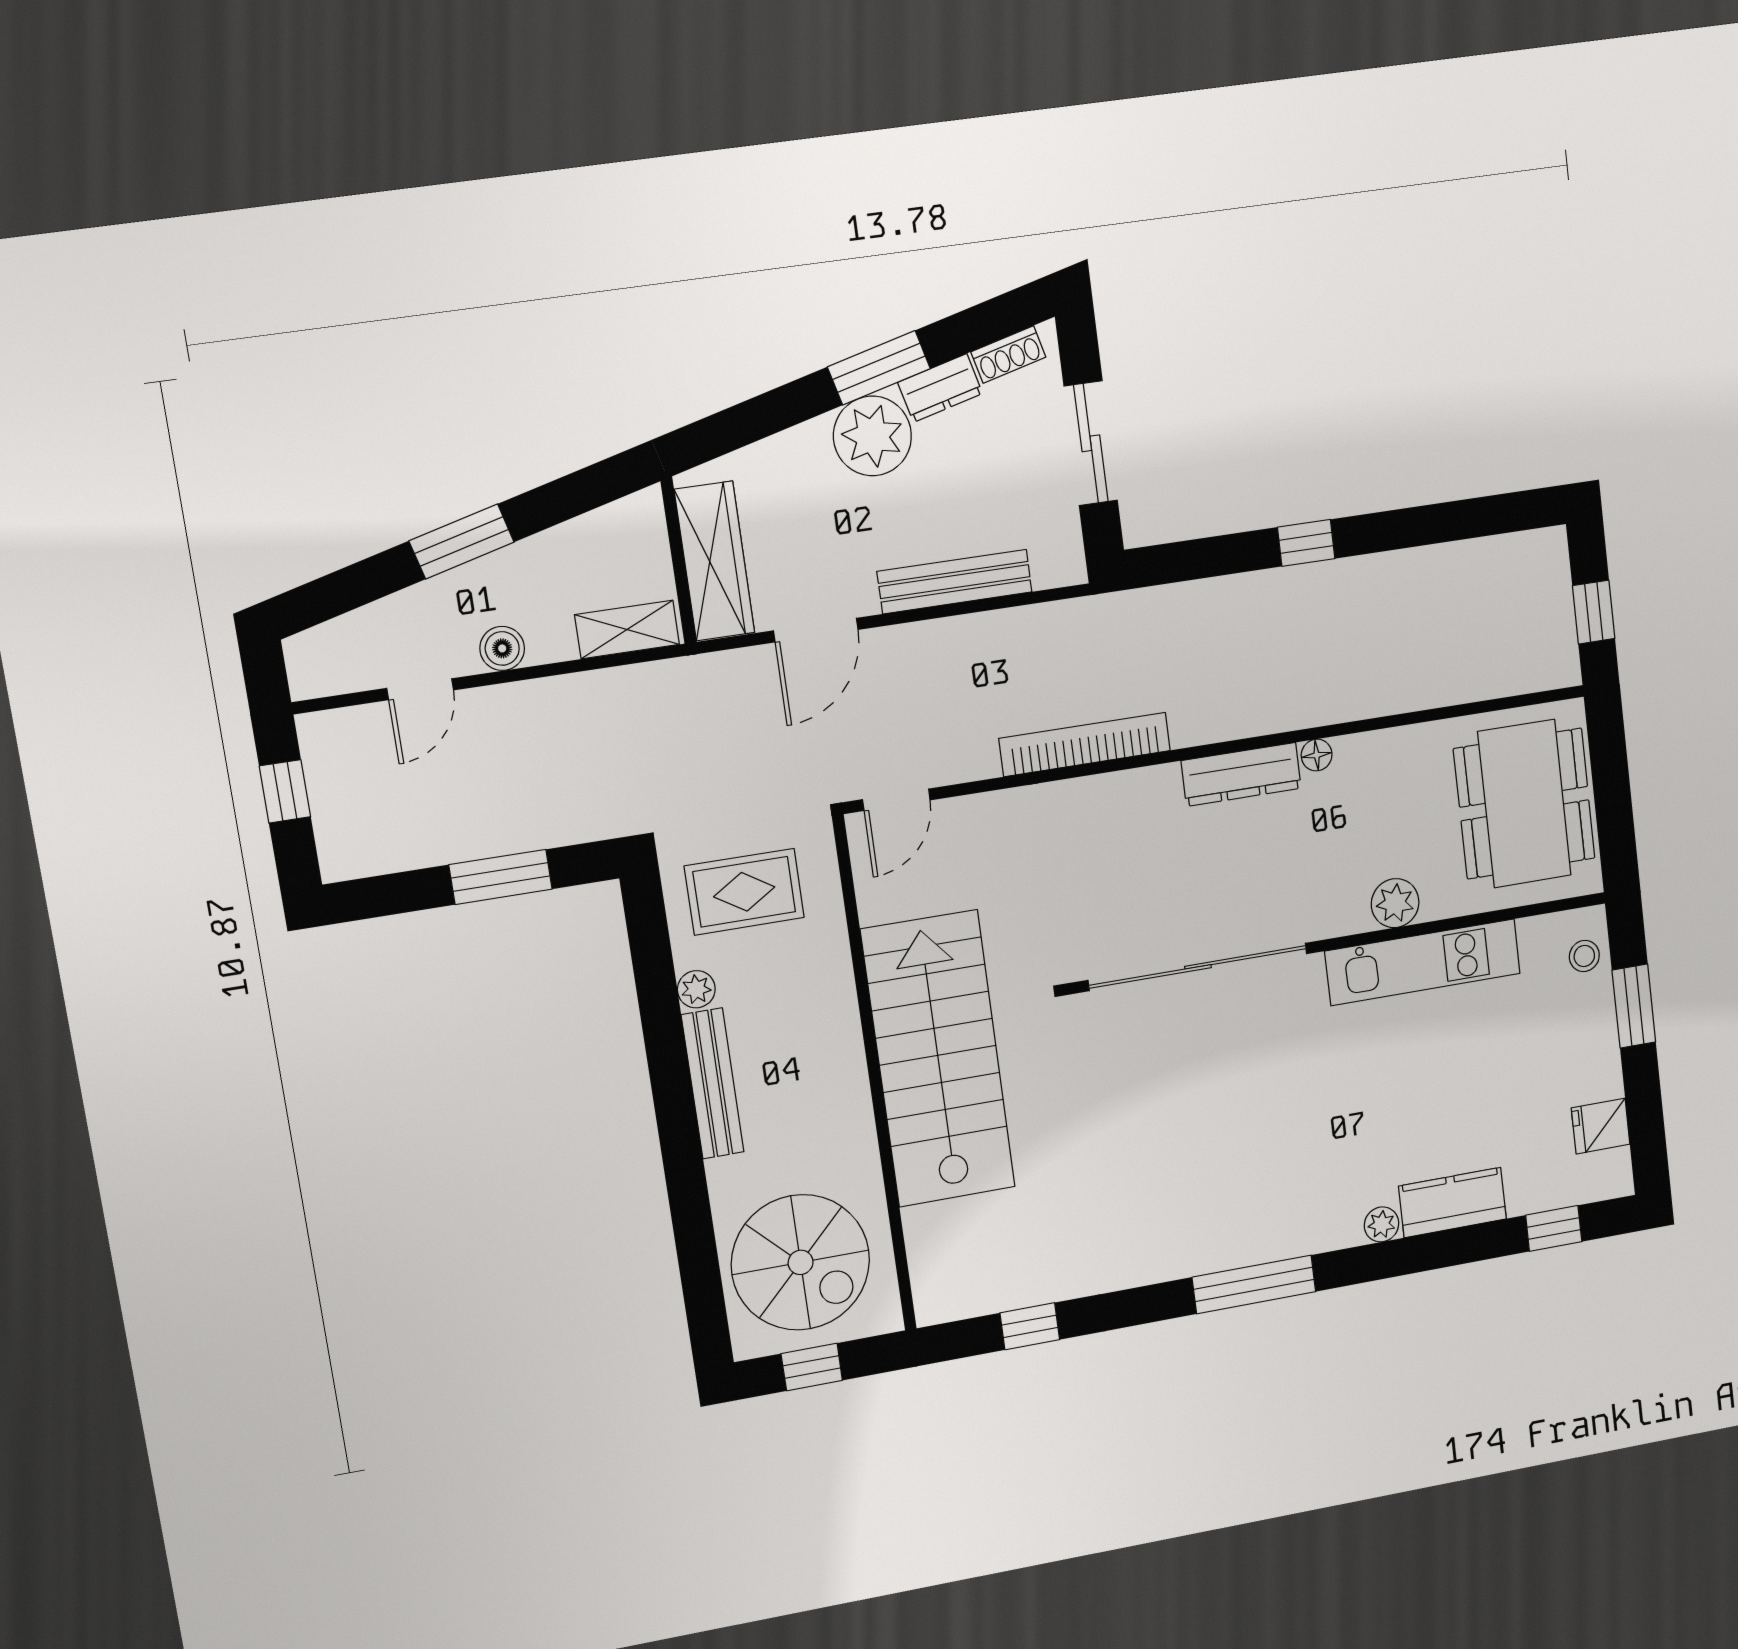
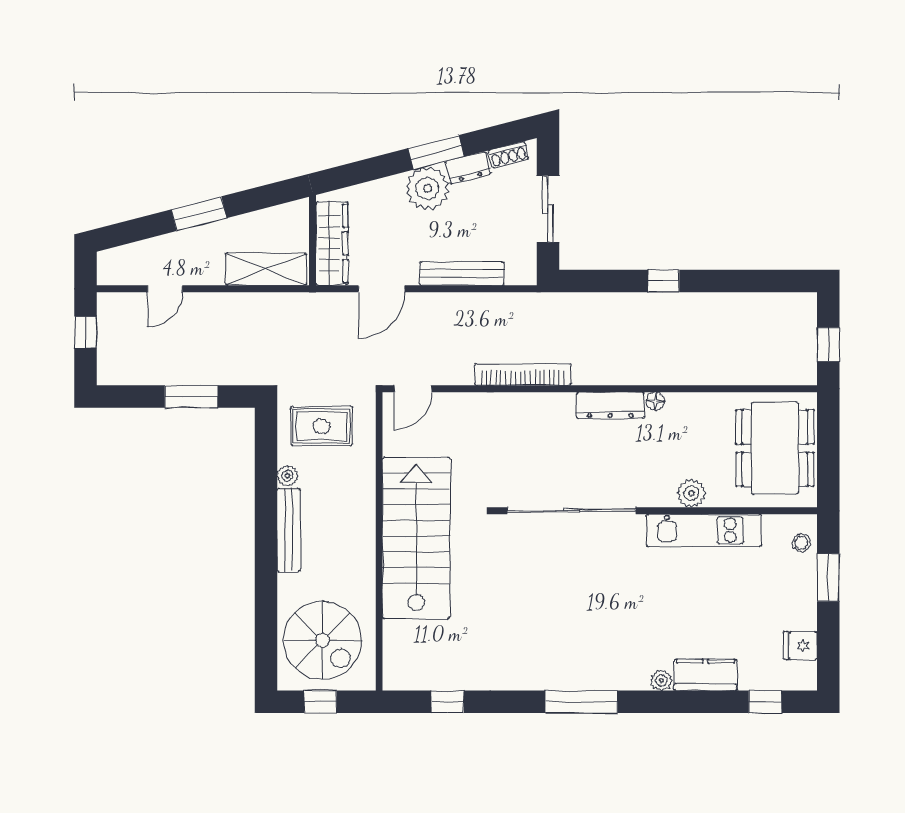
shelving: (627, 630) -> (266, 269), width x1.50, depth x1.33
boiler: (502, 648) -> (211, 273), removed

